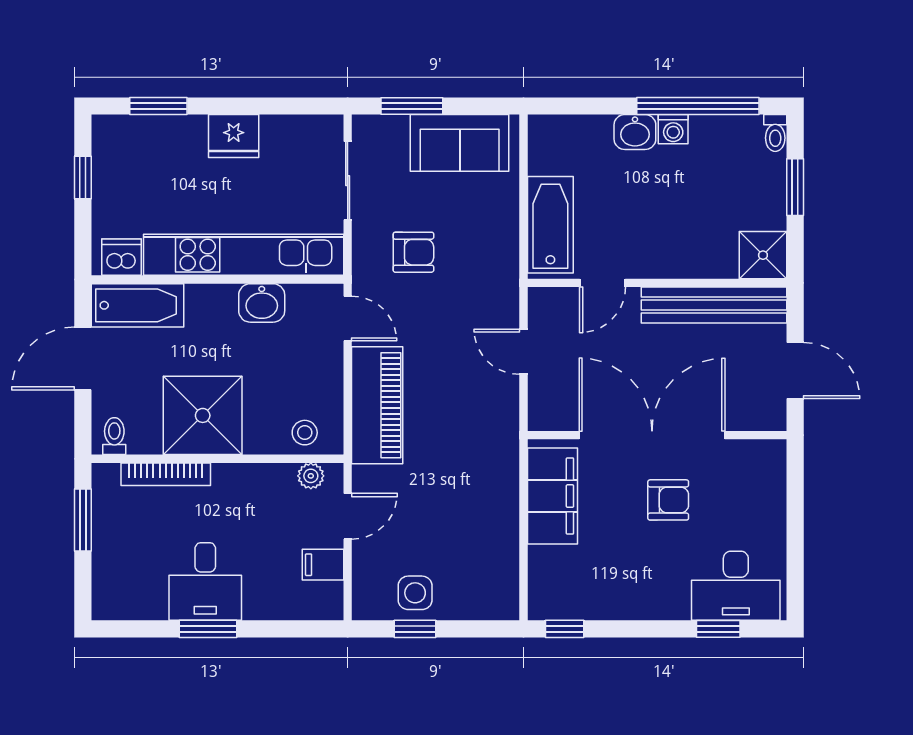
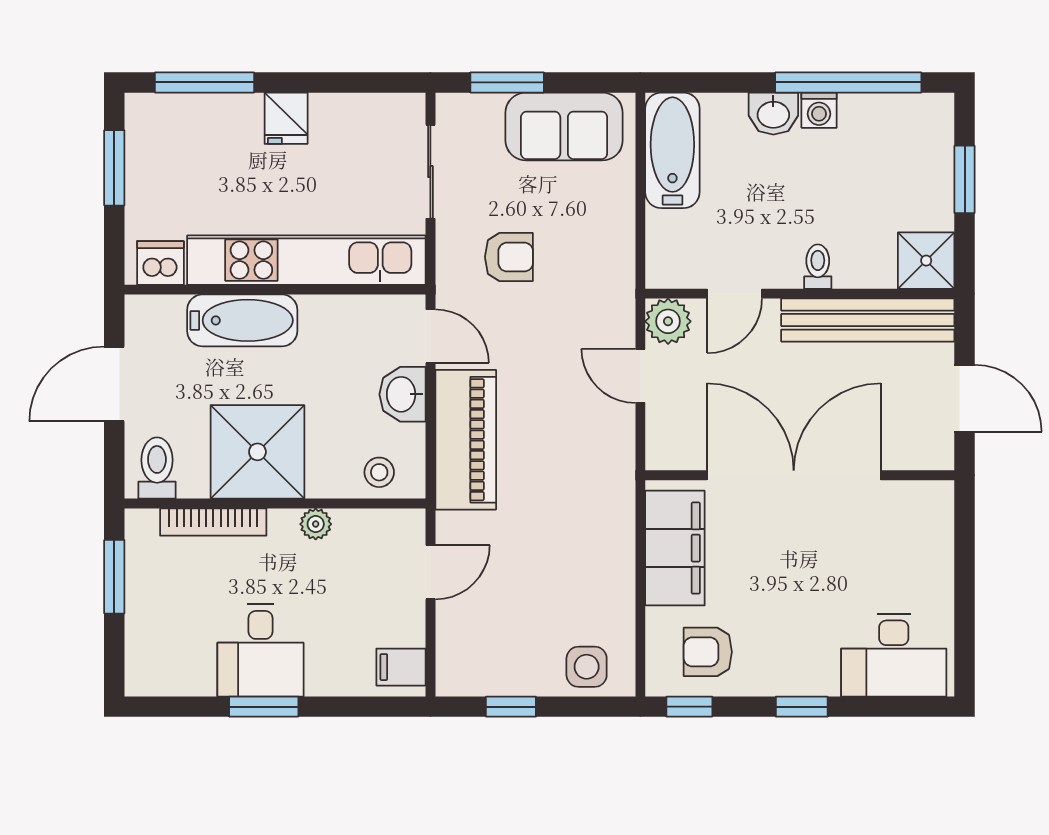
window: (158, 106) -> (205, 82), width x1.44
toilet: (775, 133) -> (818, 267), moved, turned 180
fridge: (234, 136) -> (286, 118), width x0.72
window: (83, 177) -> (114, 168), width x1.50
bathtub: (550, 225) -> (672, 150), moved
washbasin: (262, 303) -> (402, 394), moved, turned 90
bathtub: (137, 305) -> (242, 320), moved
plant: (547, 306) -> (668, 321), added
toilet: (114, 436) -> (157, 468), width x1.37, depth x1.39
plant: (311, 476) -> (316, 524), moved
armchair: (668, 500) -> (708, 652), moved, turned 180
filing cabinet: (323, 565) -> (401, 667), moved
side table: (415, 593) -> (587, 667), moved
window: (718, 629) -> (802, 707), moved

